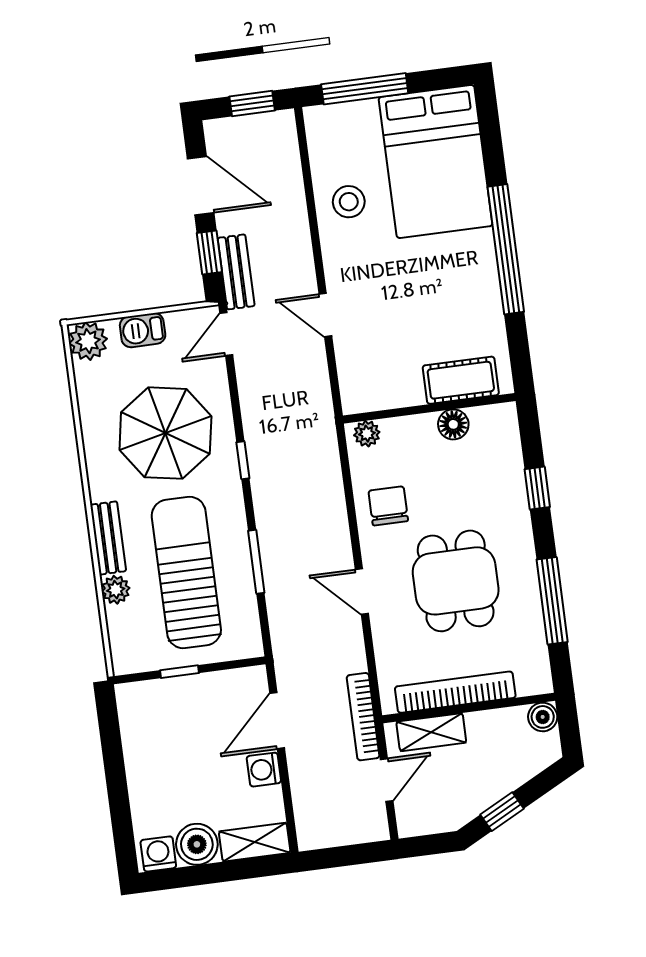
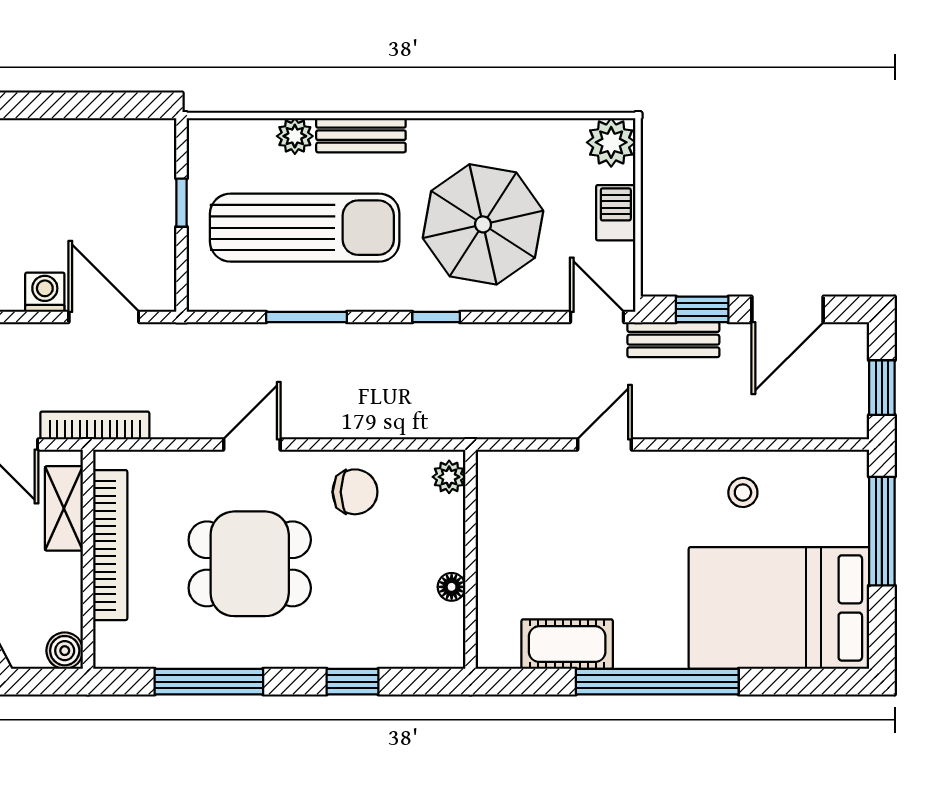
stool: (349, 202) -> (743, 492), width x0.73, depth x0.73
cot: (461, 380) -> (567, 644), moved, turned 90
floor lamp: (453, 424) -> (452, 587), width x0.73, depth x0.73

